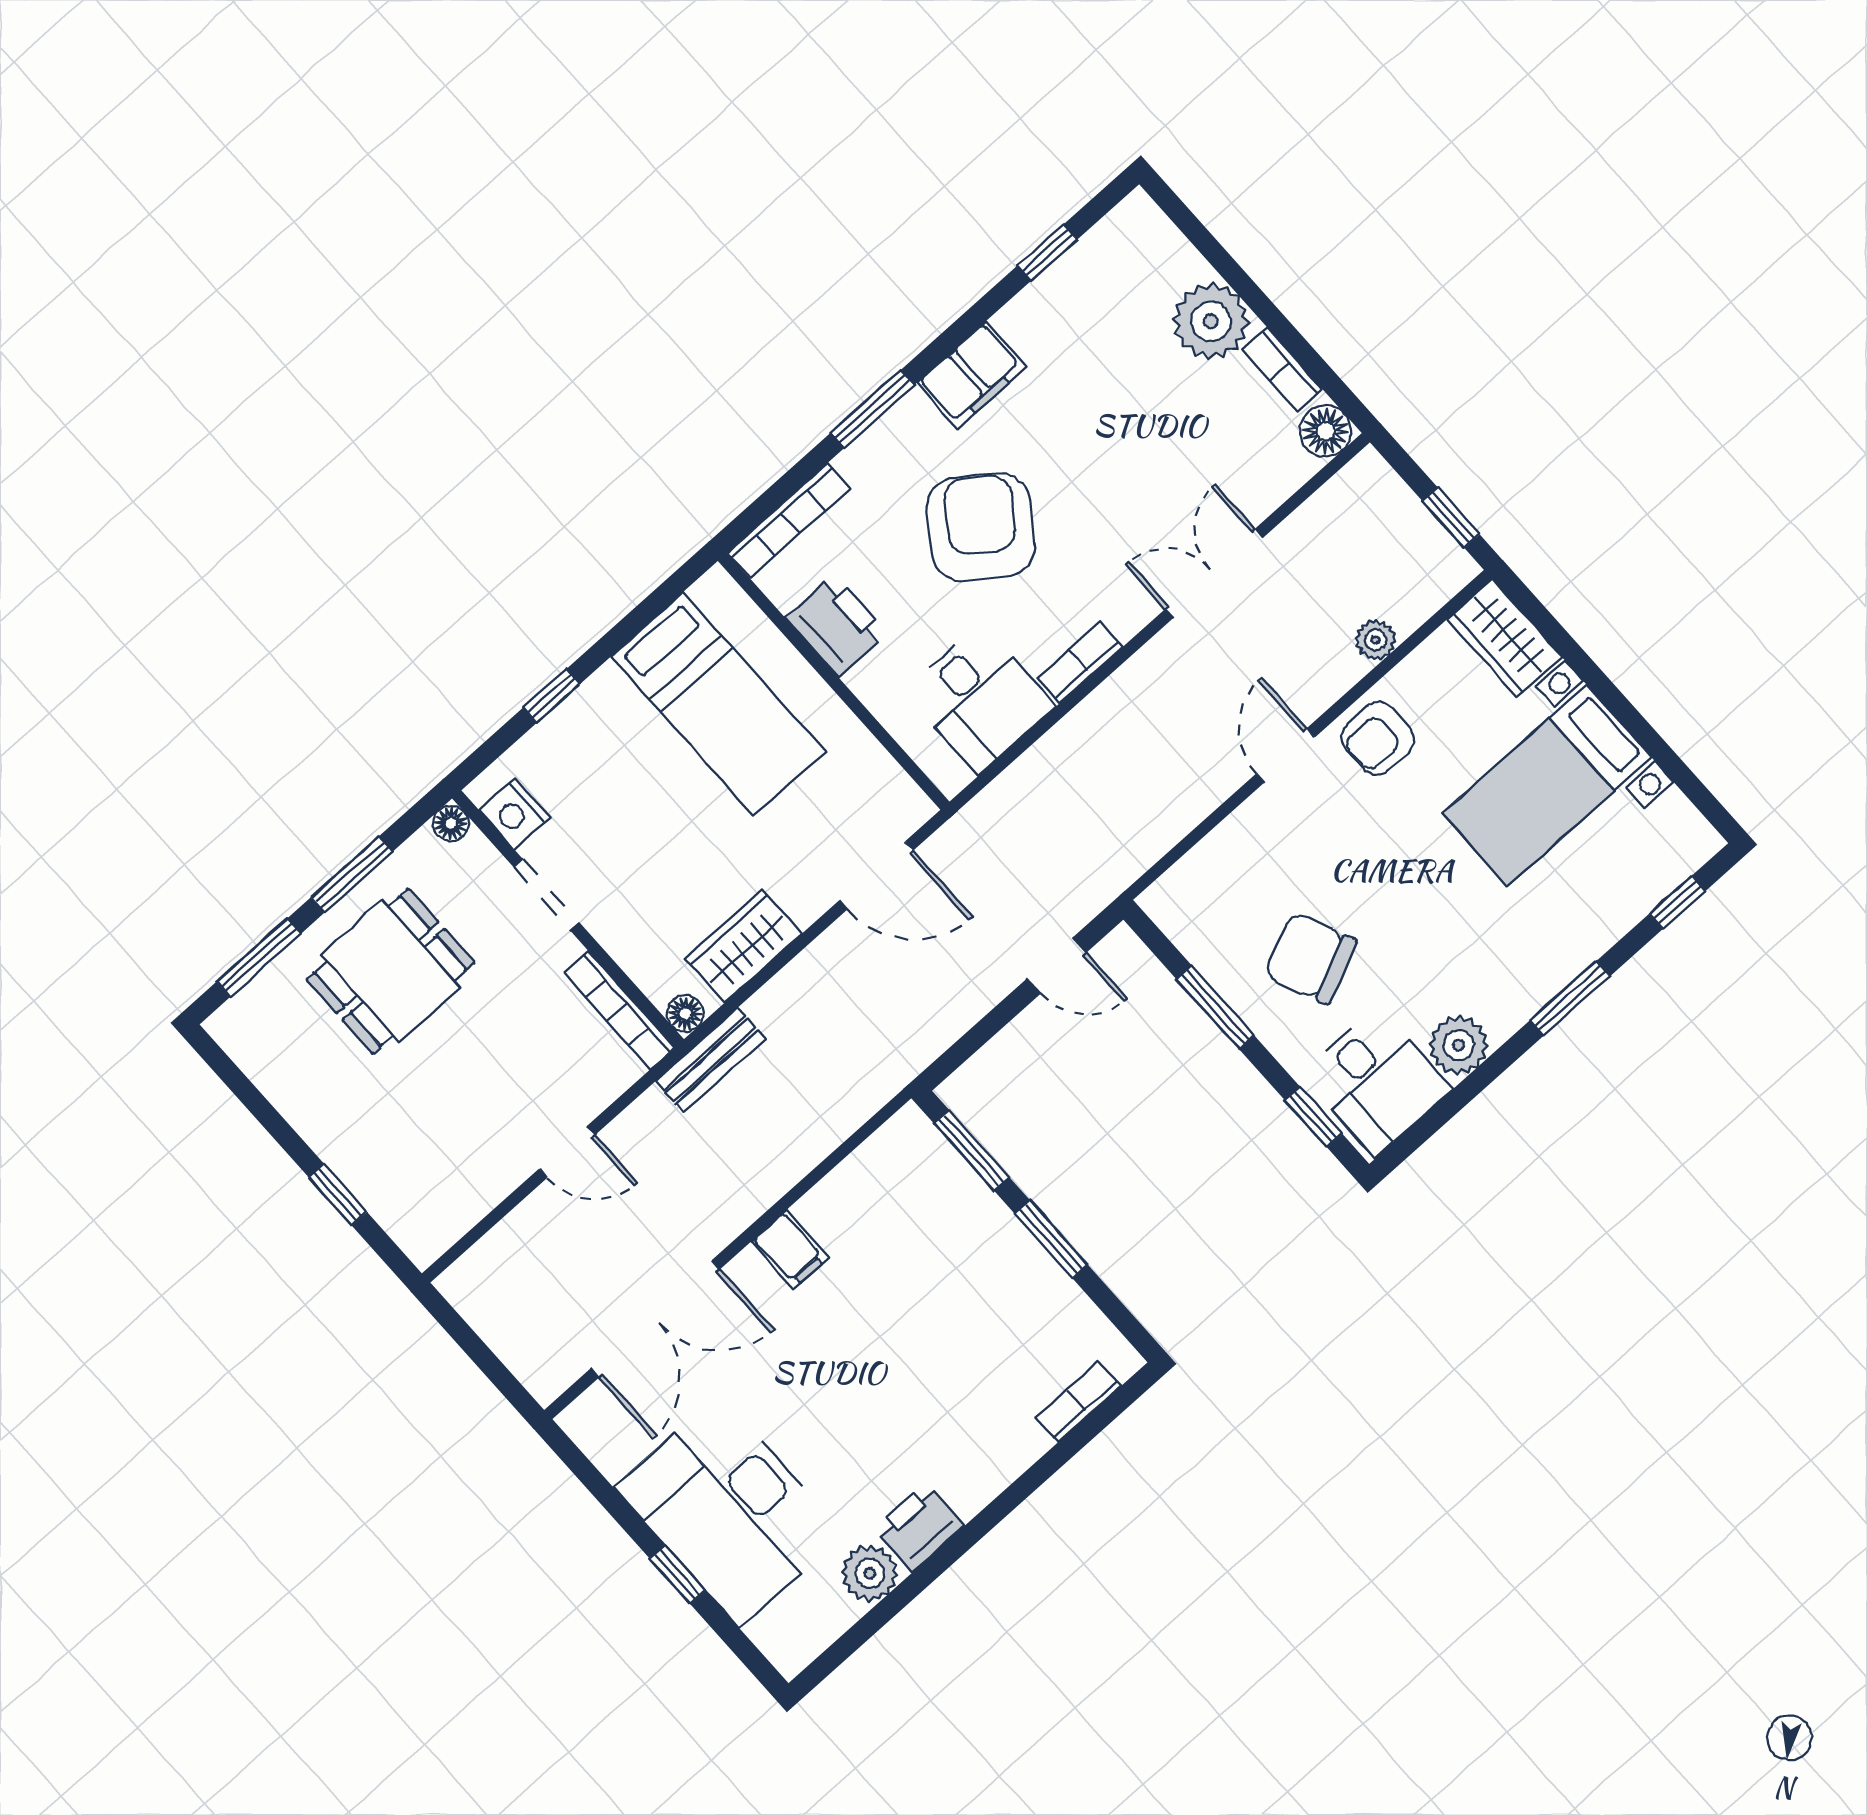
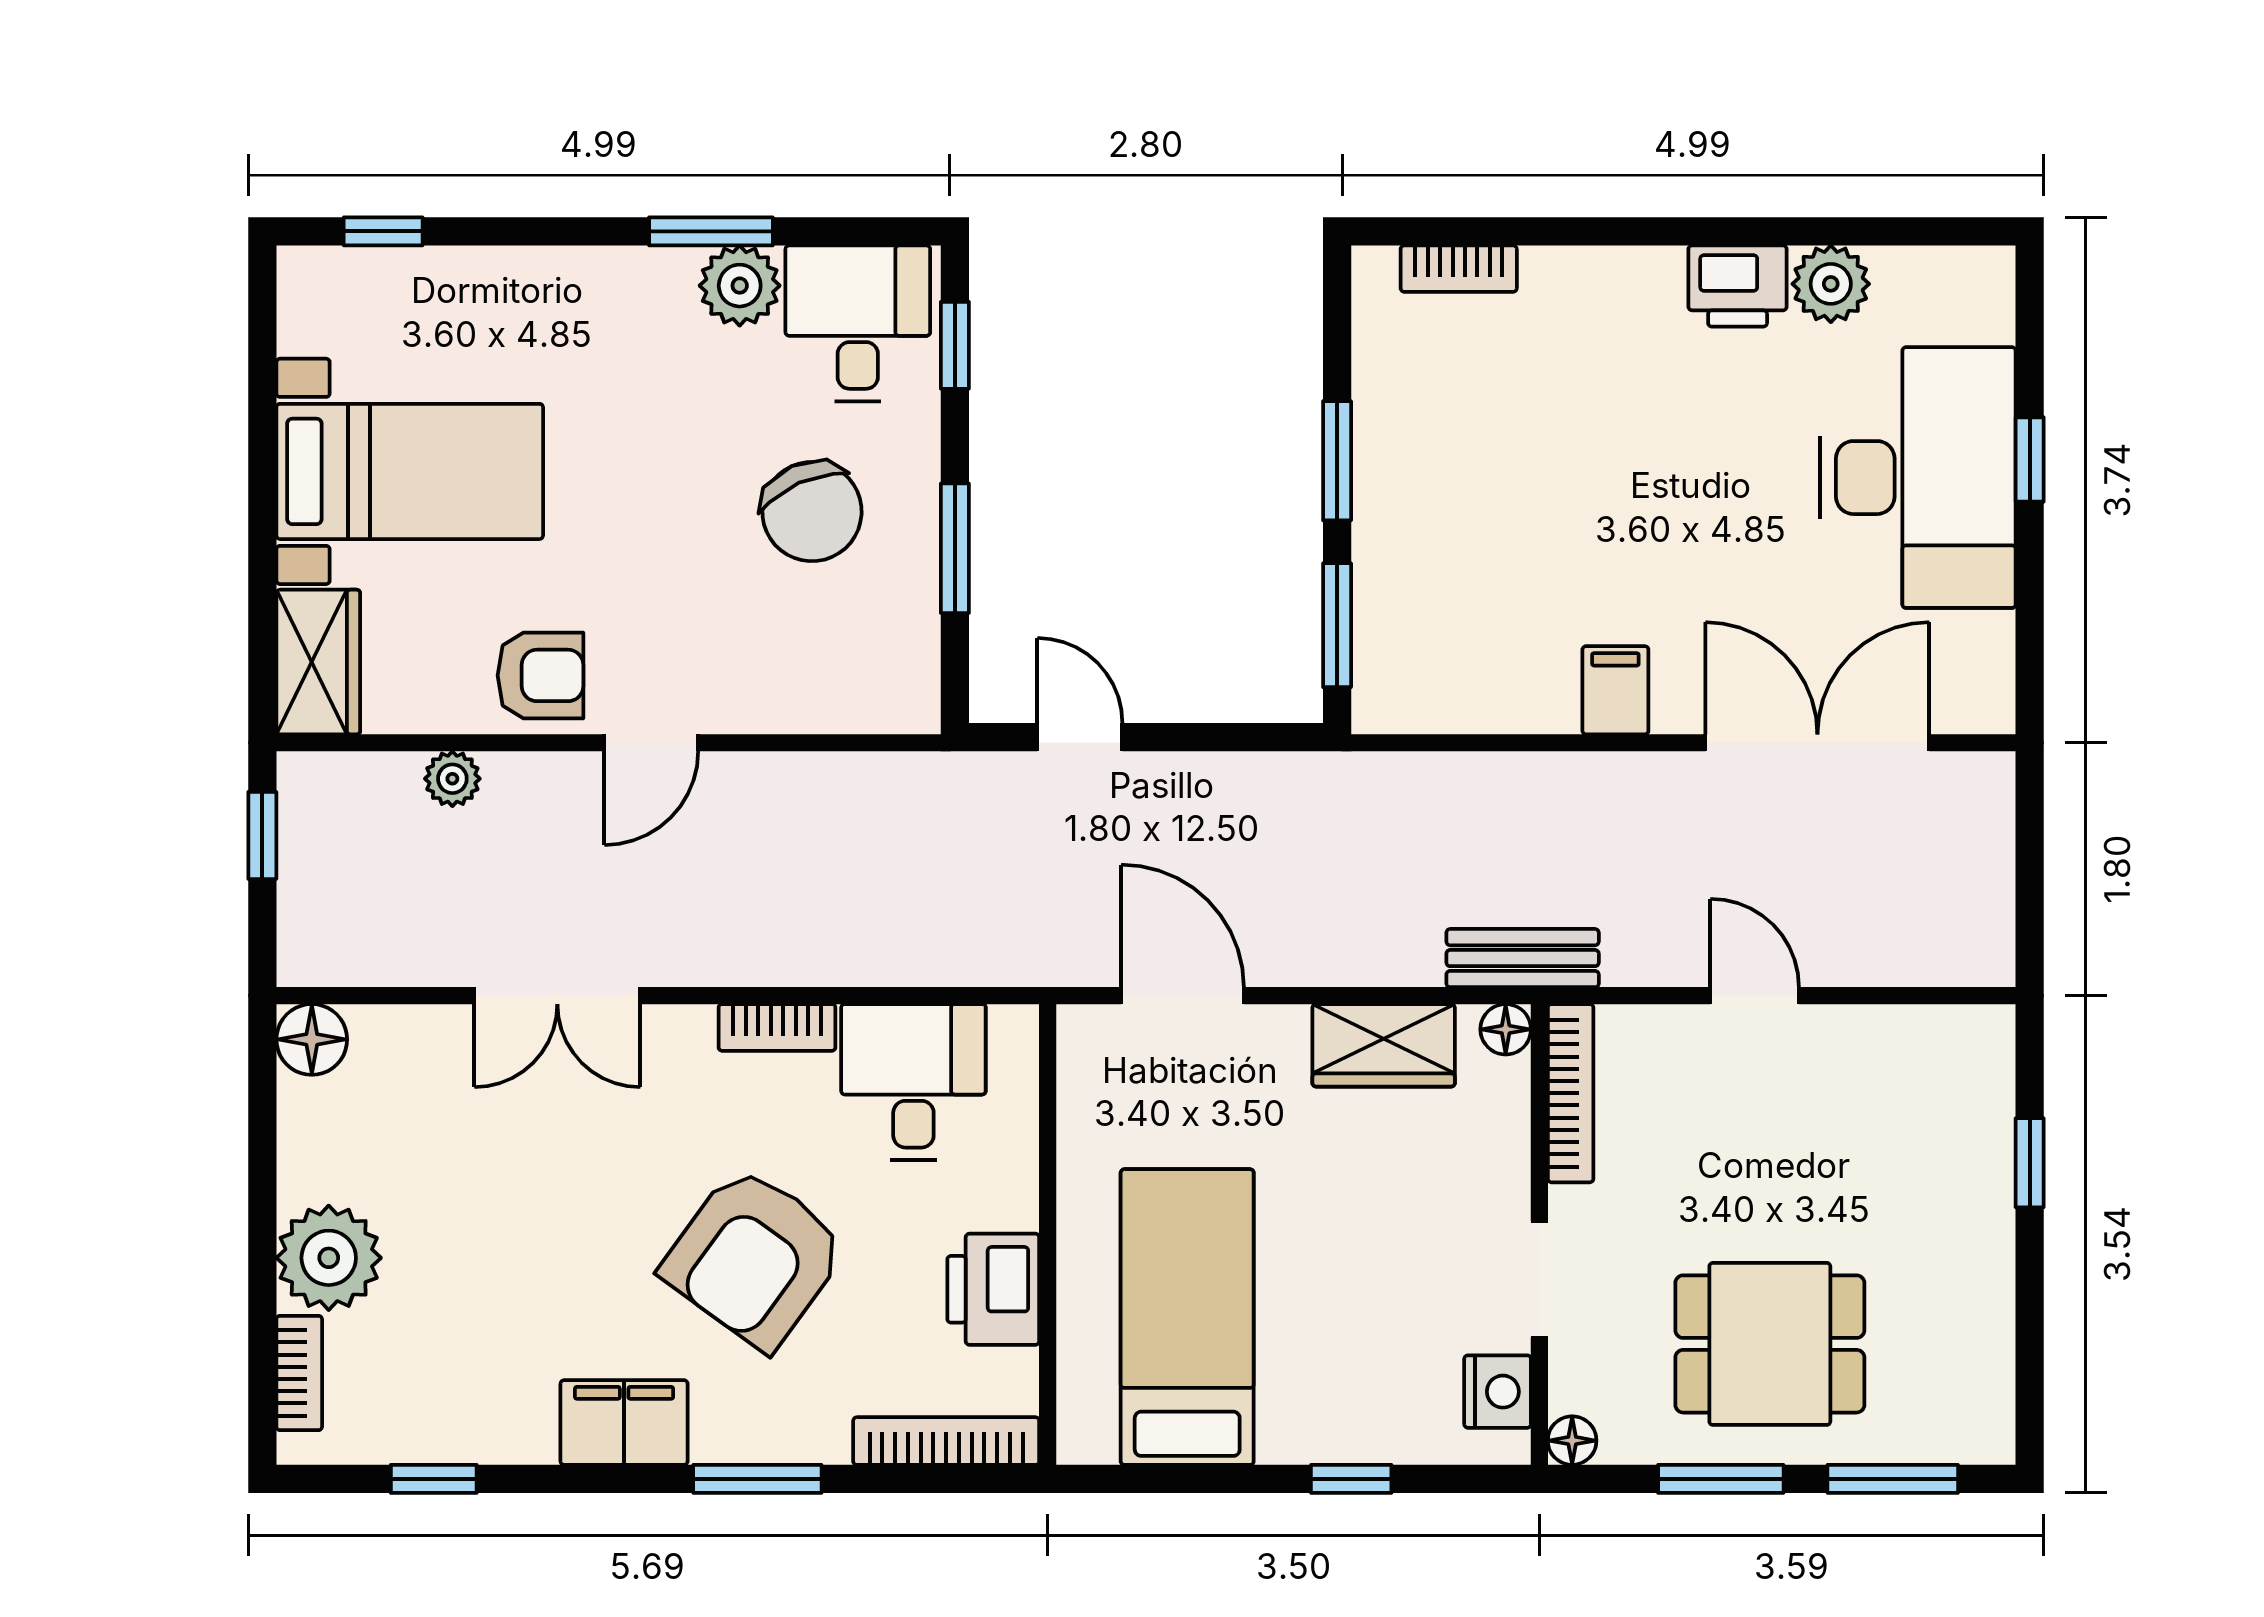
bookcase: (1282, 369) -> (299, 1373), moved
window: (1570, 998) -> (711, 231), moved

